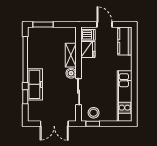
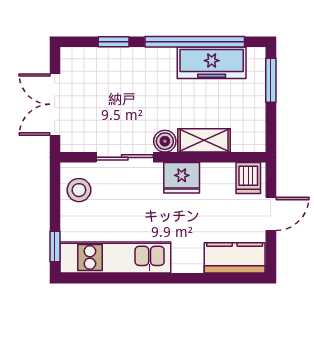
fridge: (88, 50) -> (182, 178), moved
freezer: (35, 84) -> (212, 63), moved
window: (93, 124) -> (55, 246), moved

